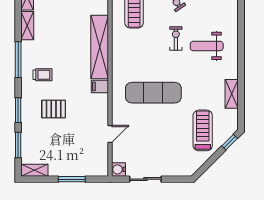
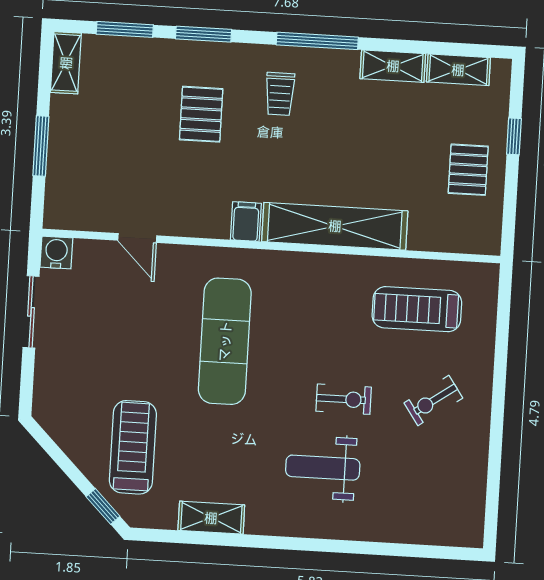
weight bench: (207, 46) -> (323, 468), turned -90
treadmill: (203, 130) -> (133, 447), turned -90

